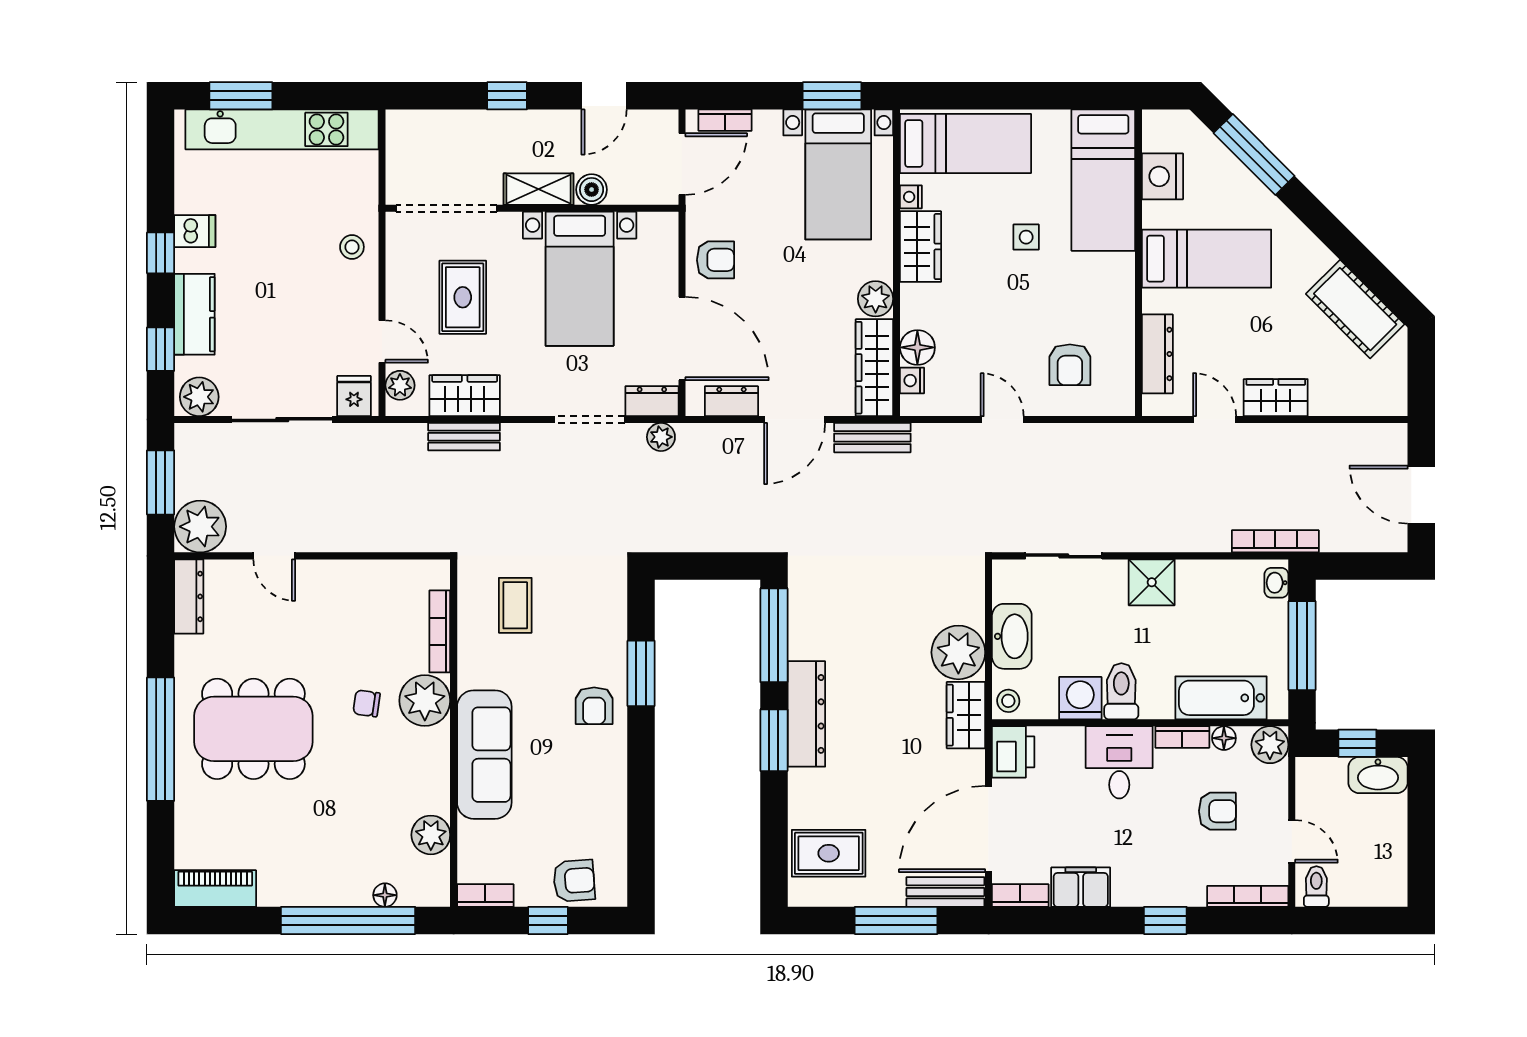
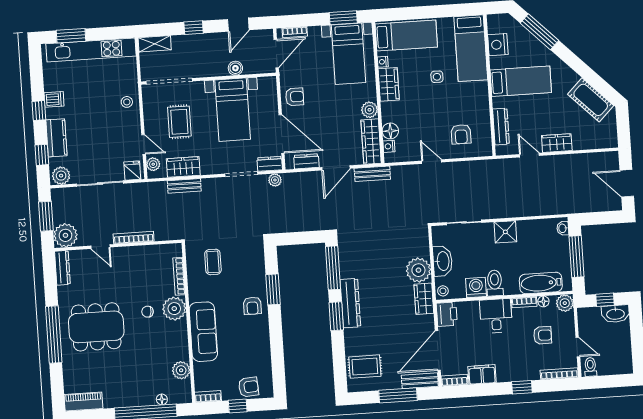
shelving: (539, 189) -> (155, 44), moved
bookcase: (1275, 541) -> (134, 238), moved

